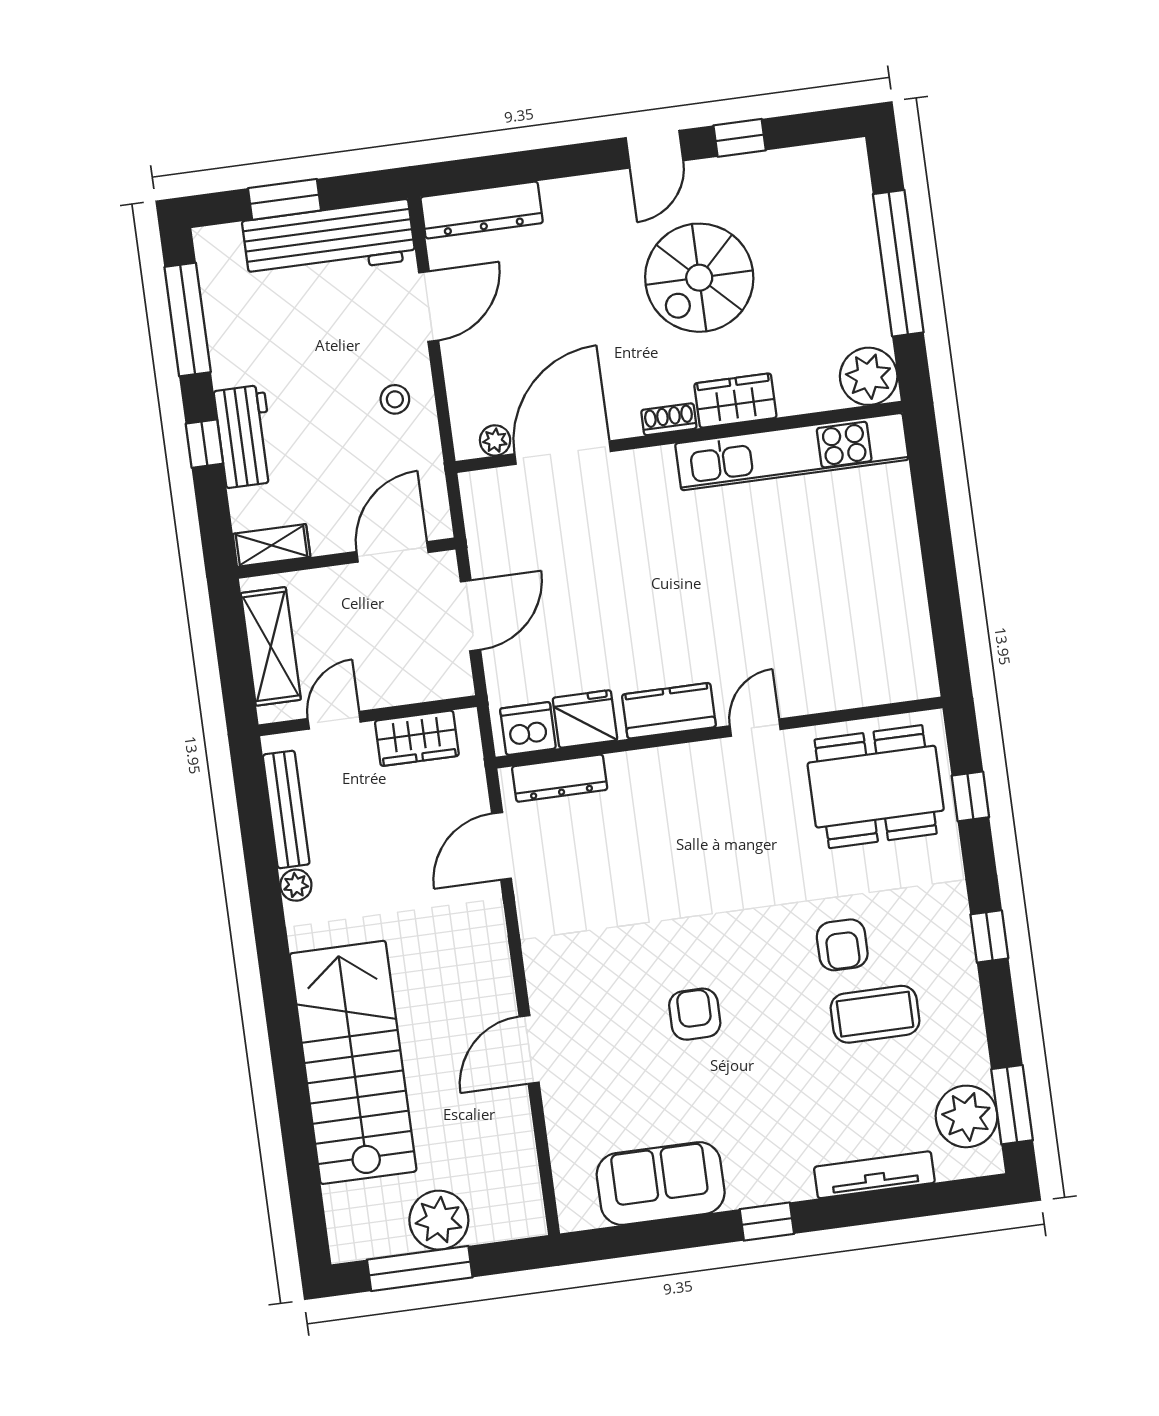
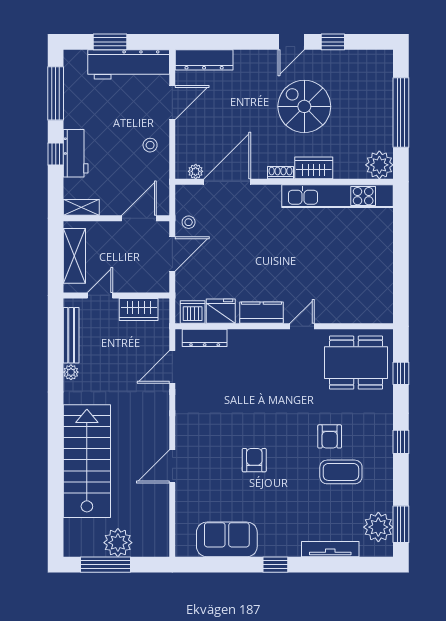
spiral stairs: (699, 278) -> (304, 106), turned 90
stool: (495, 546) -> (189, 222), added

